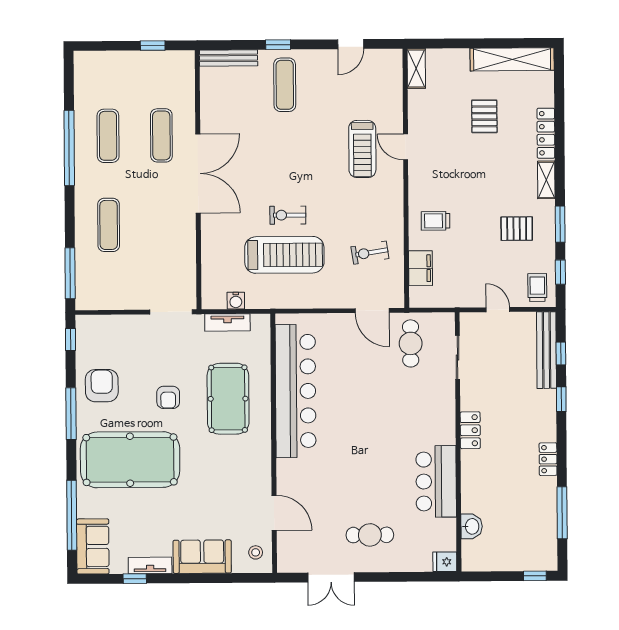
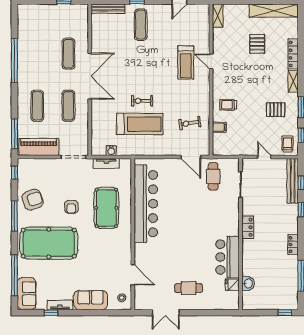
exercise mat: (108, 136) -> (68, 106), moved
filing cabinet: (420, 268) -> (219, 127), width x0.50
piano: (112, 295) -> (39, 147), added
armchair: (102, 386) -> (33, 200), turned 71
fridge: (445, 562) -> (232, 285), moved

